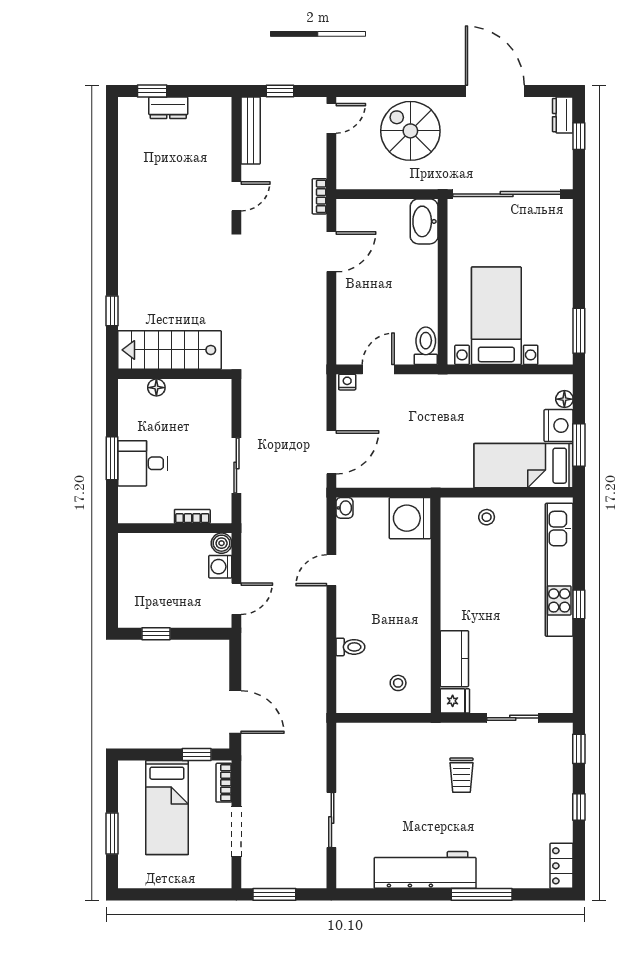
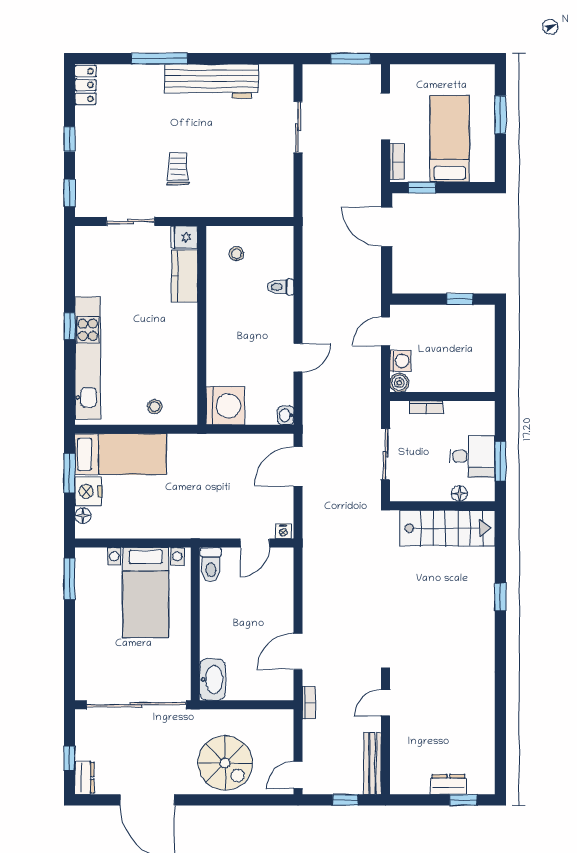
stairs: (170, 350) -> (447, 528), moved
wall: (175, 374) -> (442, 506), moved
floor lamp: (156, 388) -> (459, 493), moved

